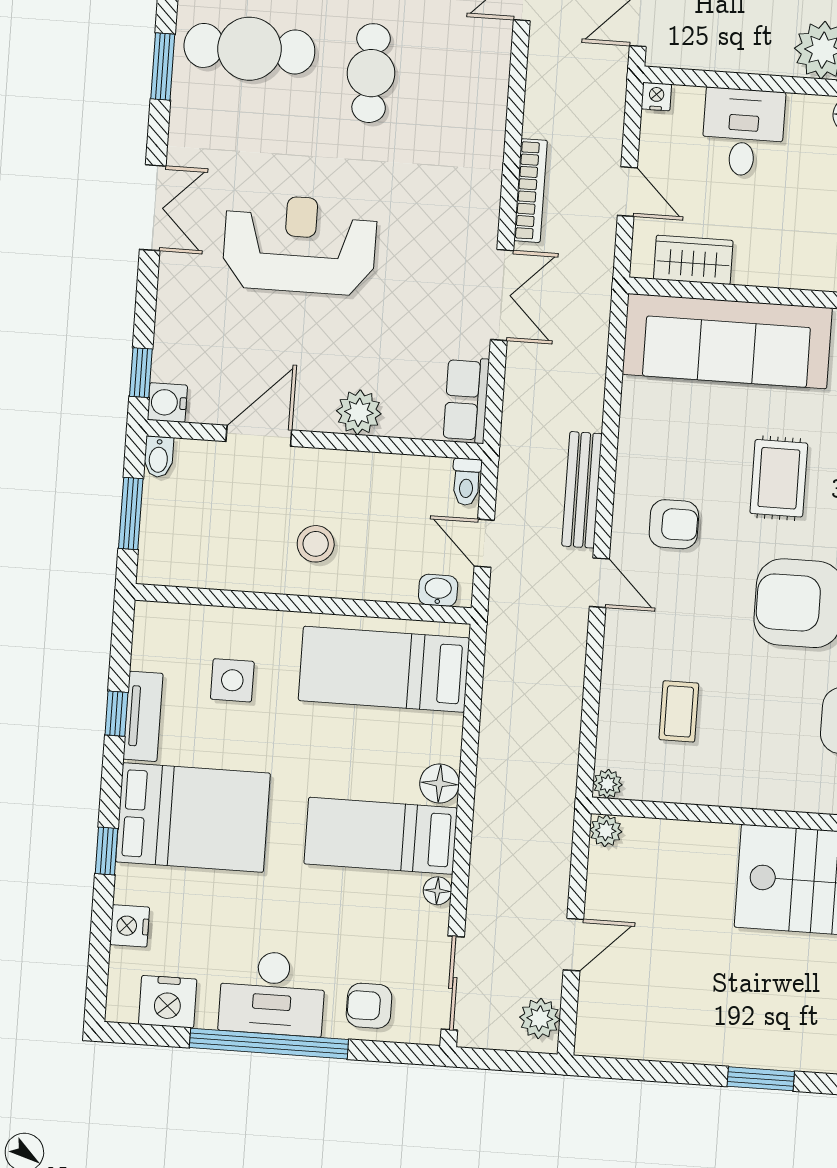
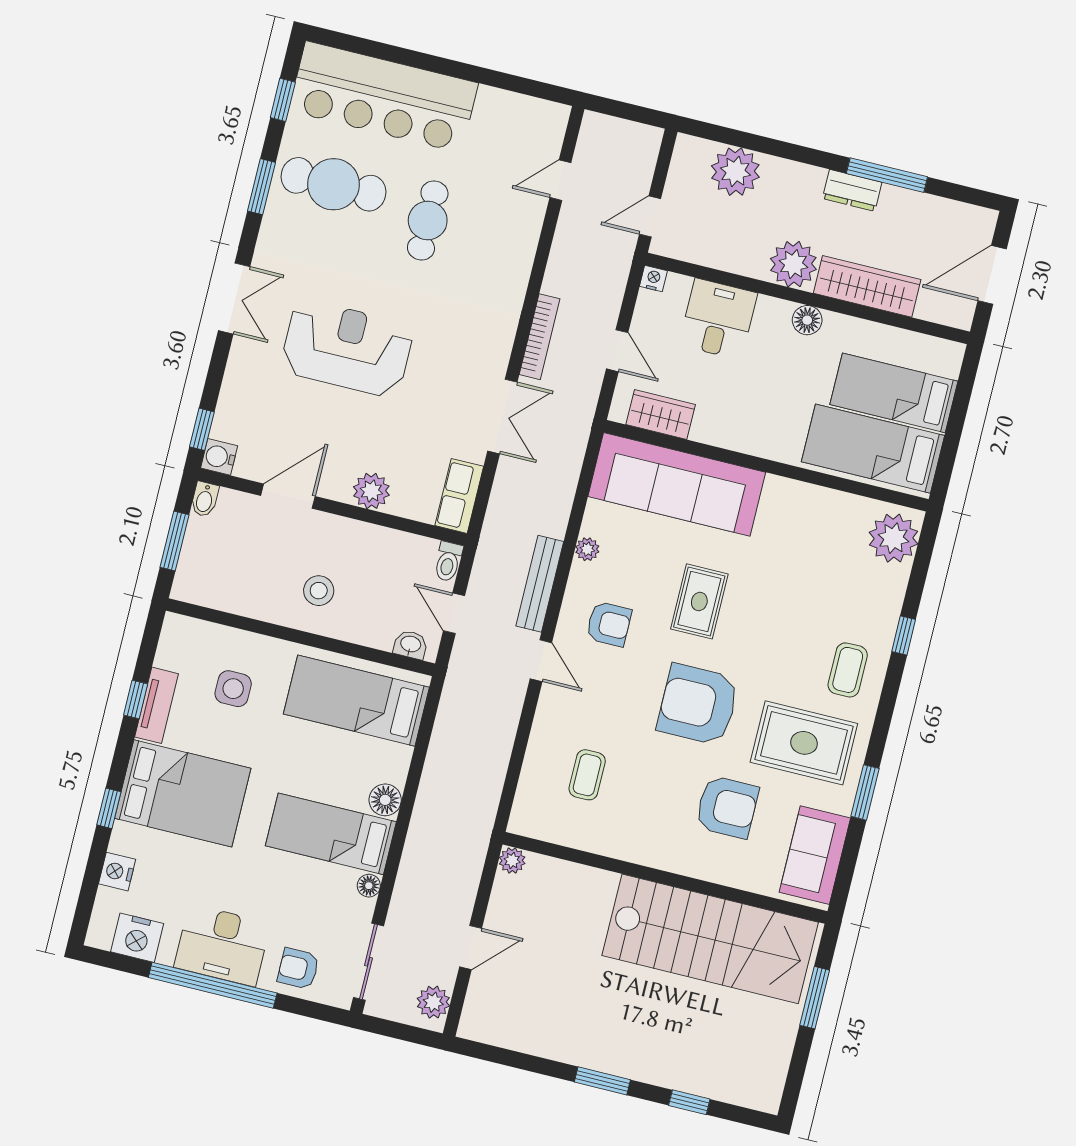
plant: (608, 784) -> (587, 549), moved

